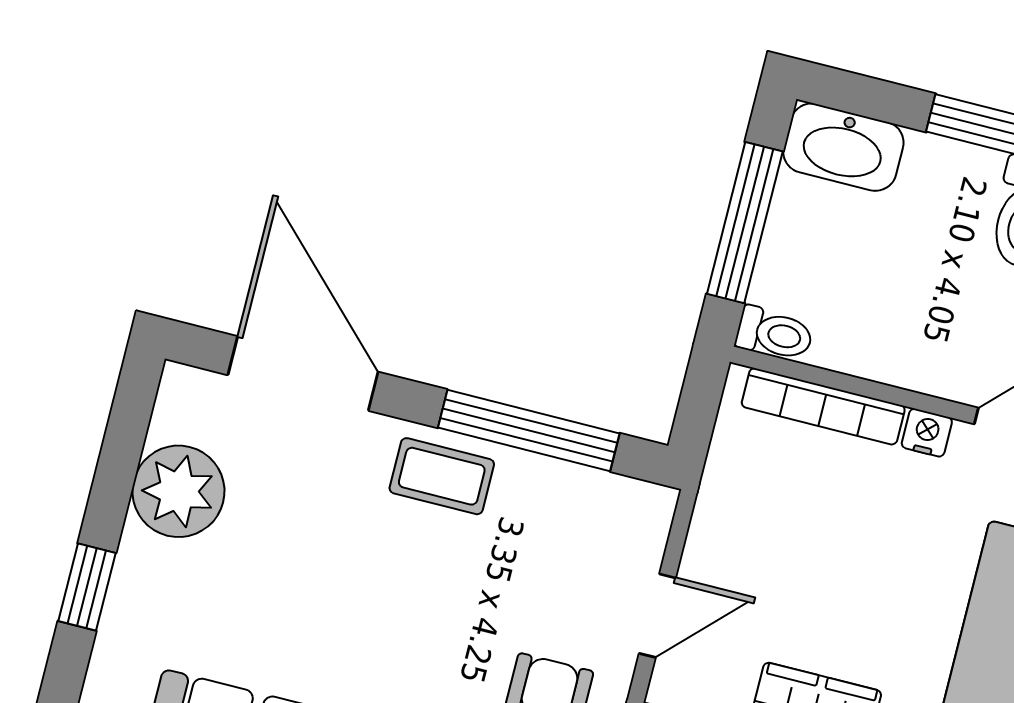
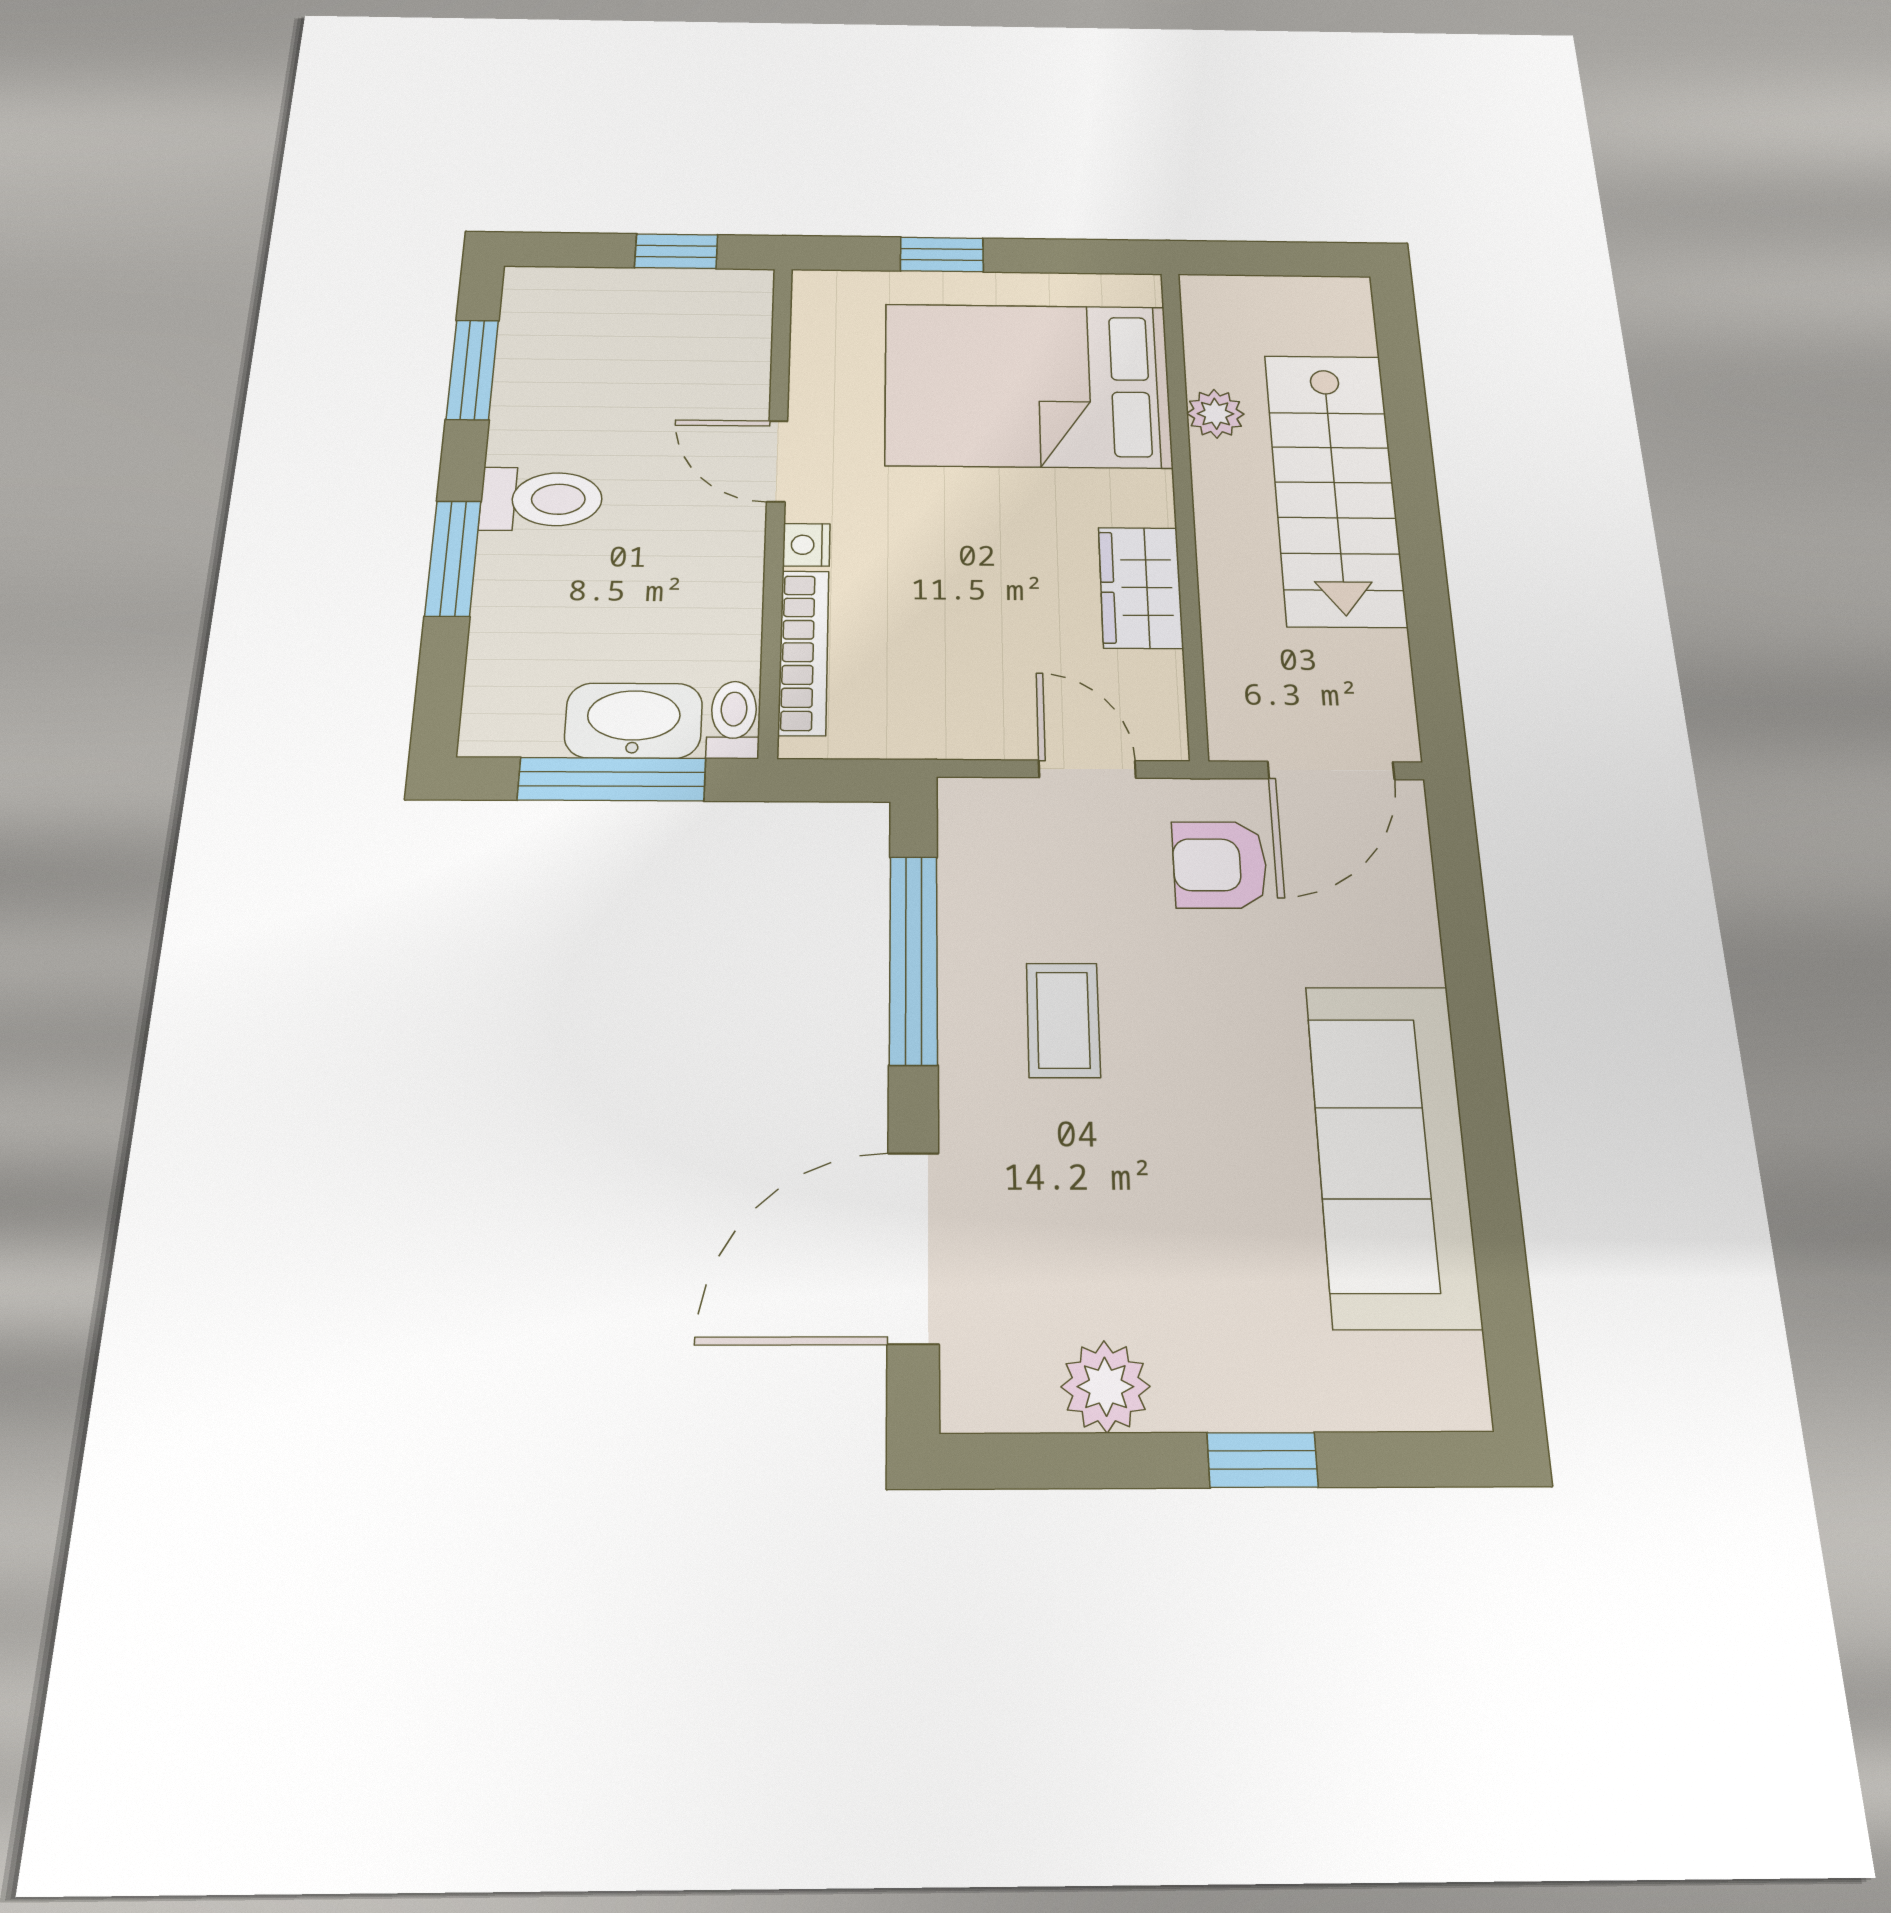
washbasin: (843, 147) -> (634, 721), moved, turned -90
coffee table: (442, 476) -> (1063, 1020), moved
plant: (178, 491) -> (1105, 1387), width x0.73, depth x0.73

